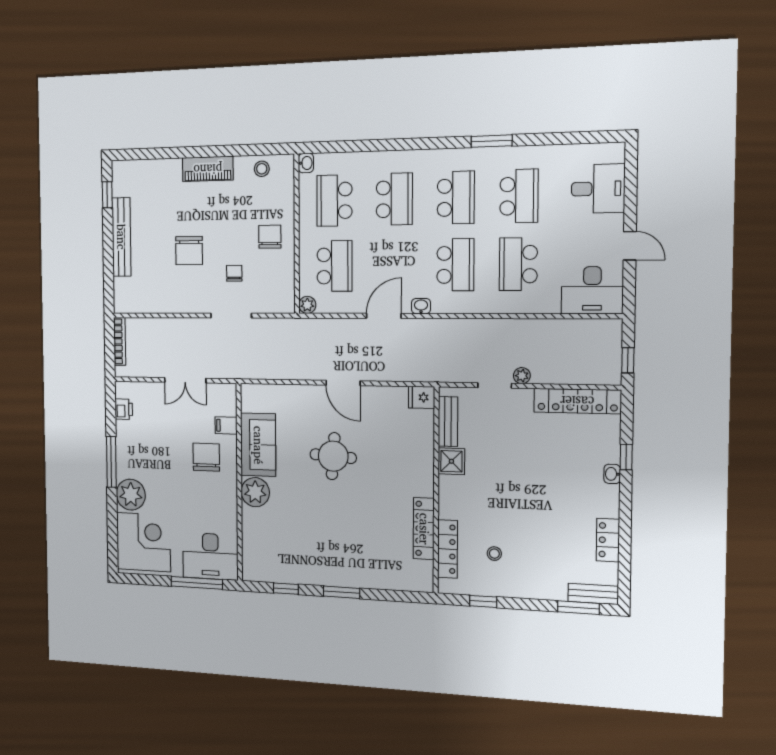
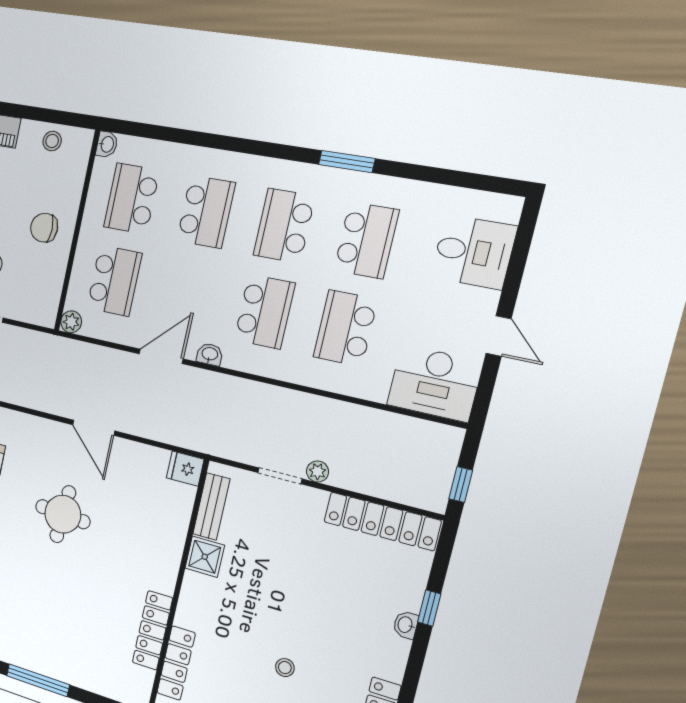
school desk: (456, 198) -> (284, 226), turned 180
chair: (270, 237) -> (44, 228), turned -90
stool: (494, 554) -> (285, 668), moved
window: (342, 592) -> (38, 680), width x1.44

